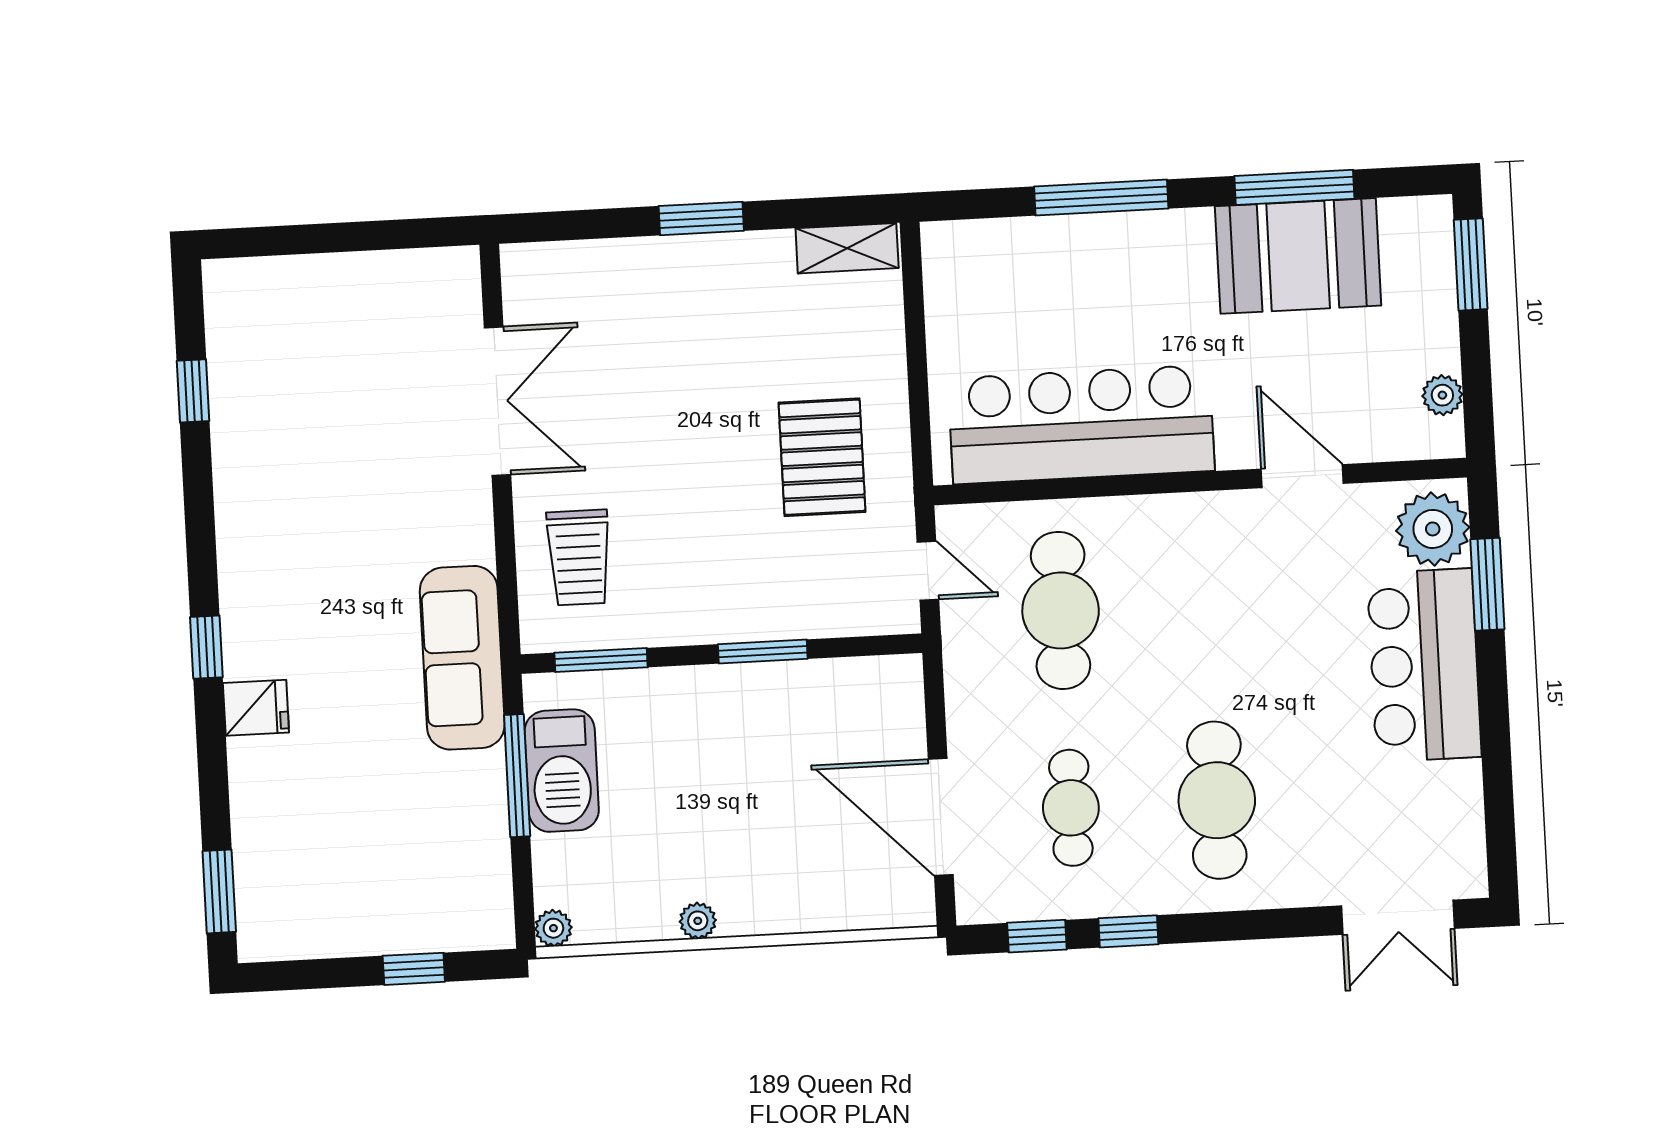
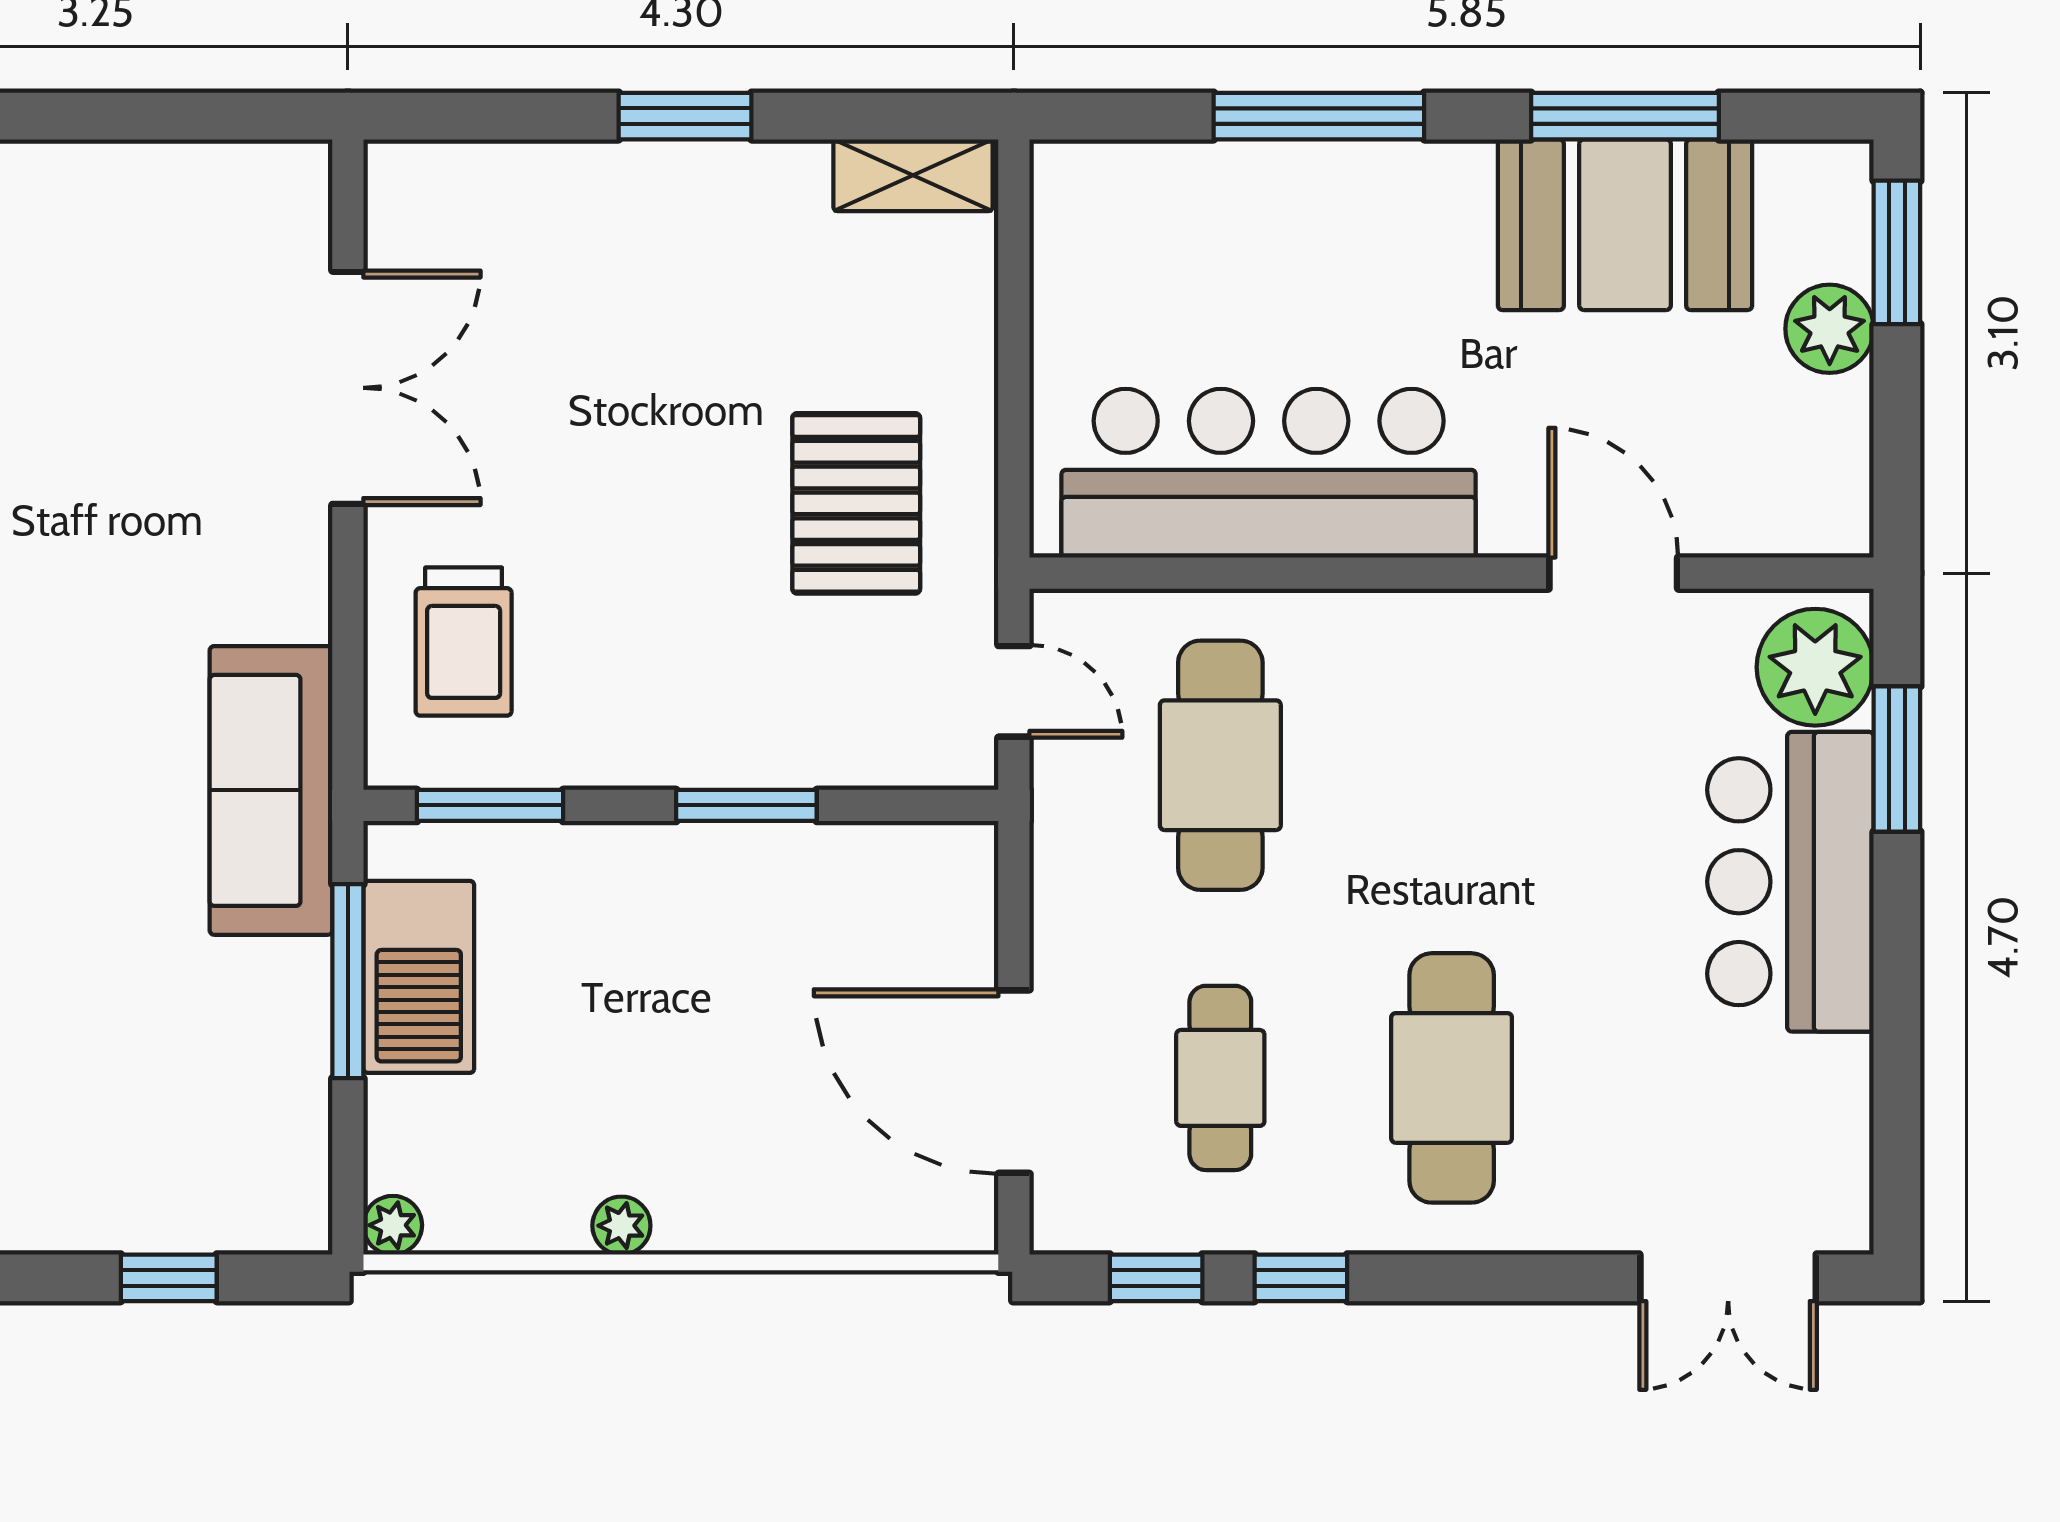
plant: (1442, 395) -> (1830, 329), moved, width x1.38, depth x1.38

